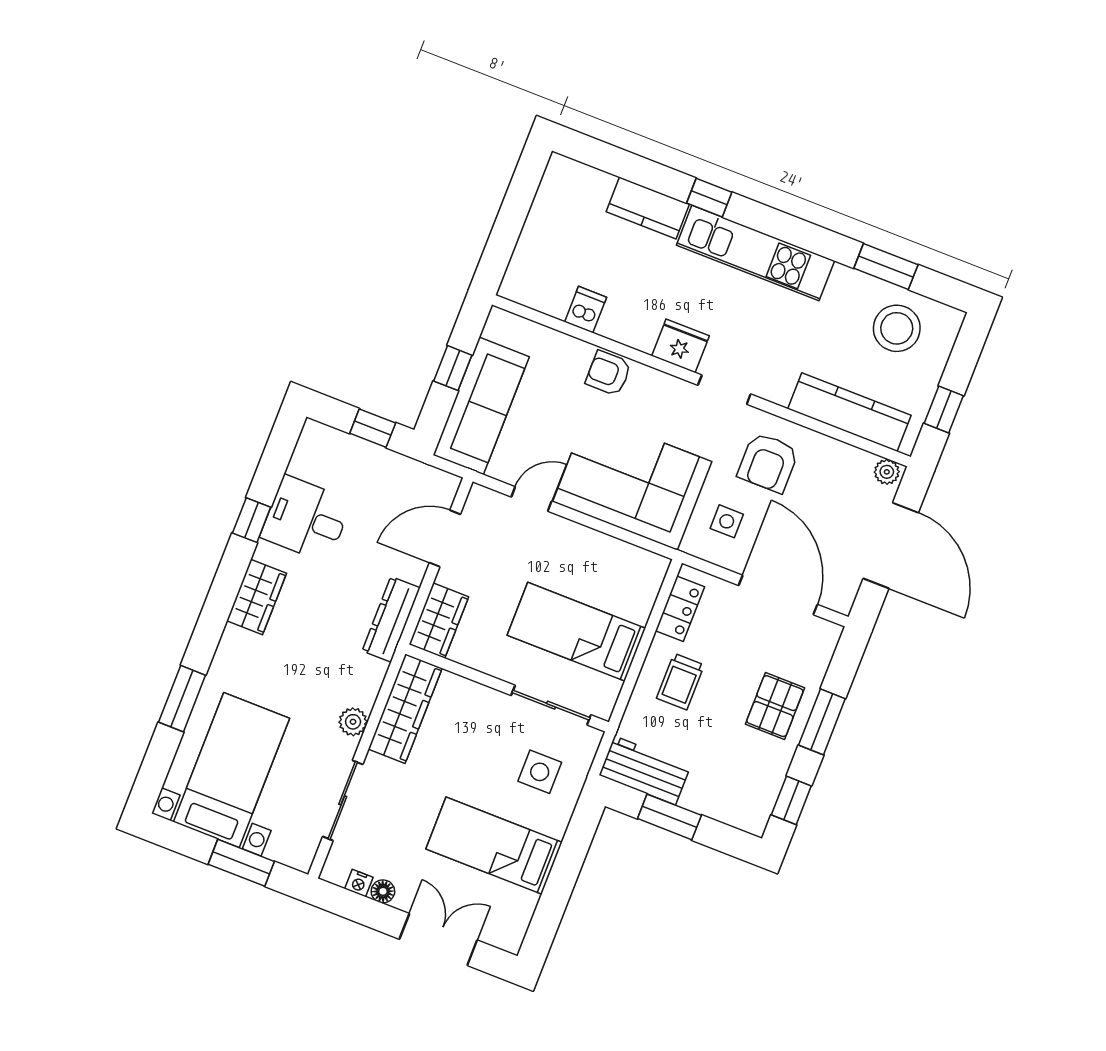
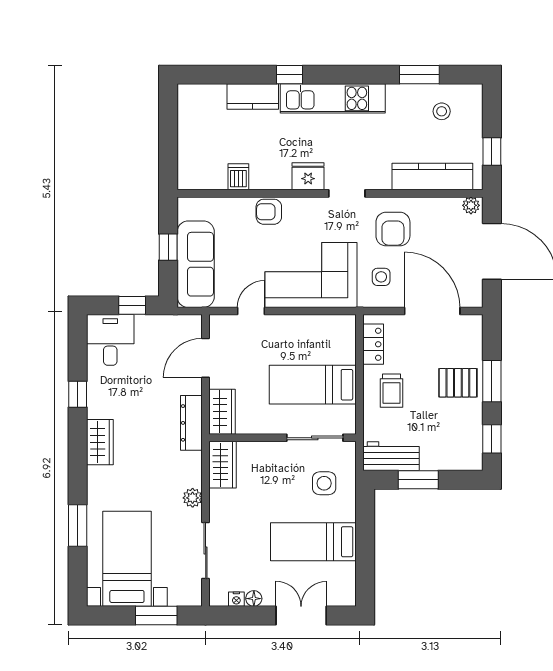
stool: (897, 328) -> (442, 111), width x0.53, depth x0.53
desk: (306, 519) -> (110, 340), moved, turned 90
pallet: (775, 706) -> (458, 383), turned 90
wardrobe: (405, 709) -> (222, 465), width x0.67

